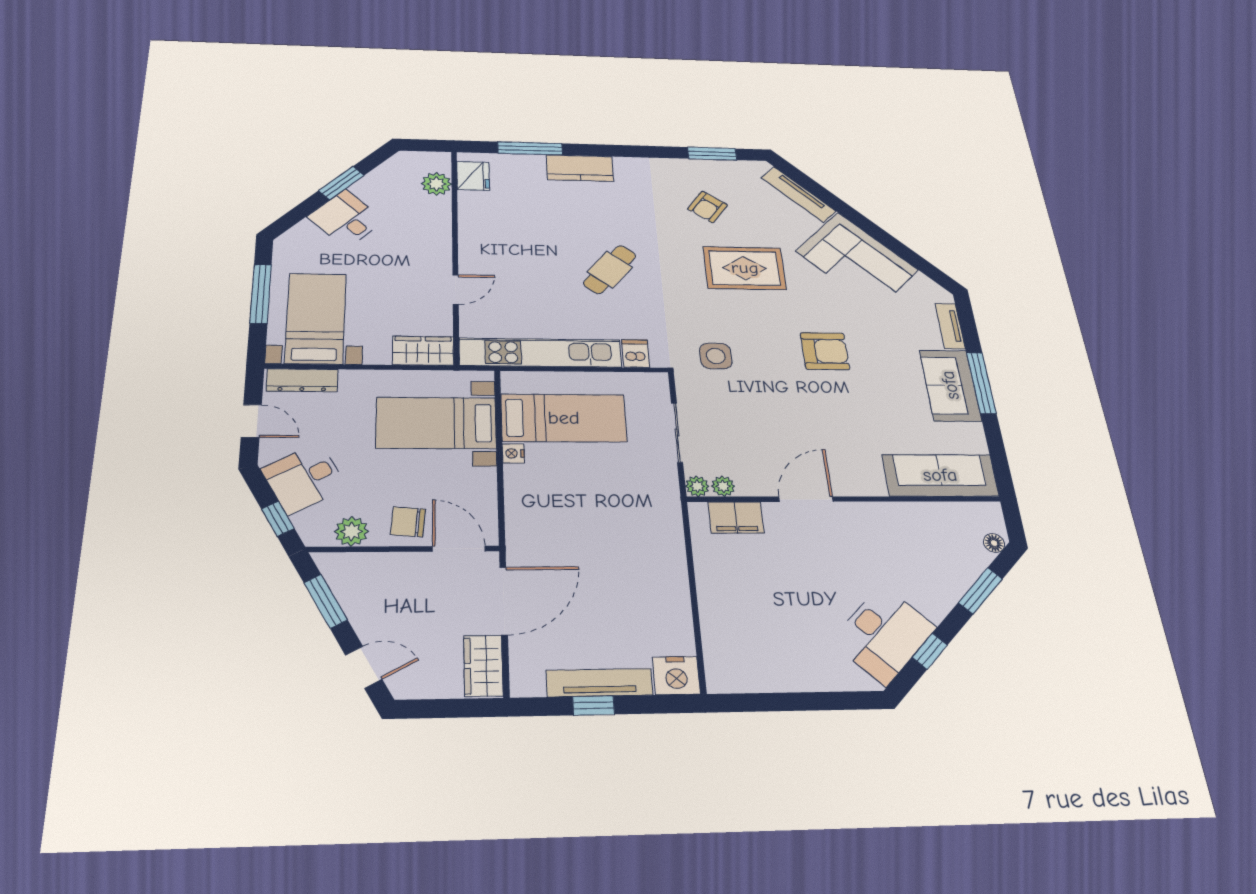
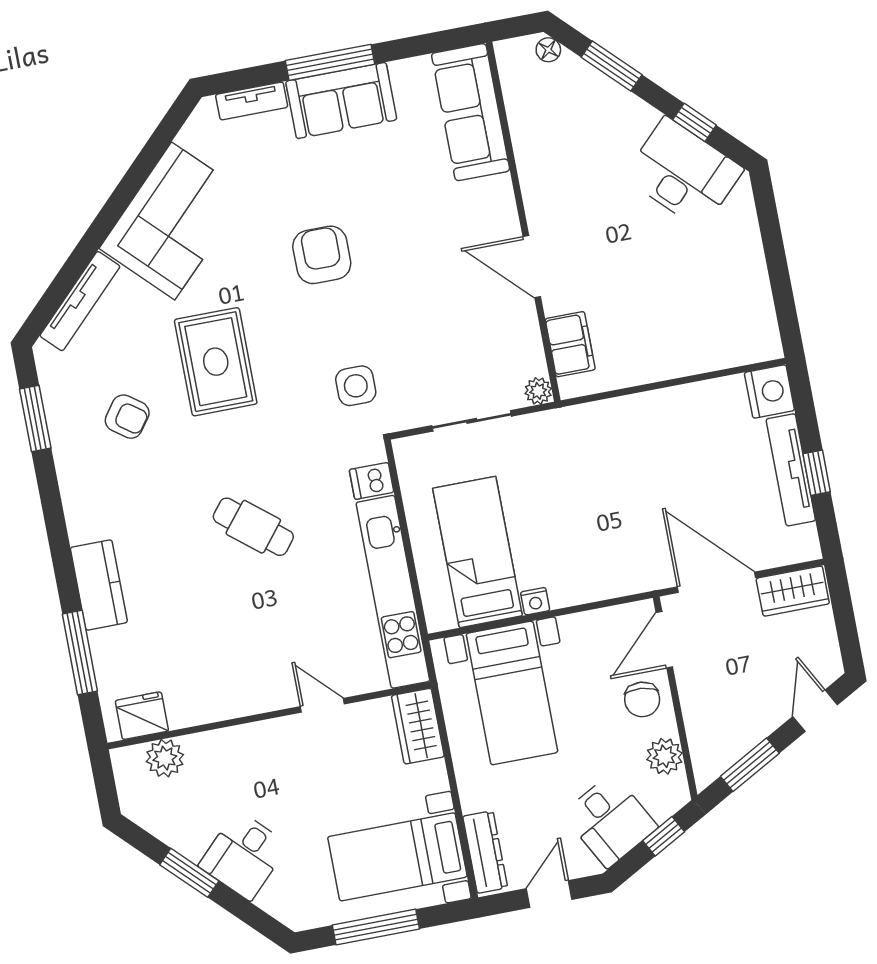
plant: (723, 486) -> (533, 362), removed

